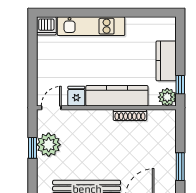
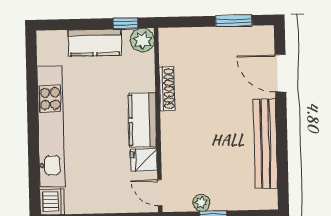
kitchen unit: (91, 26) -> (51, 127), width x1.36
kitchen counter: (117, 96) -> (142, 120), width x0.67
plant: (49, 145) -> (201, 203), width x0.53, depth x0.53

